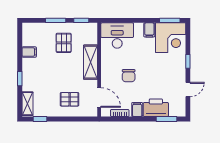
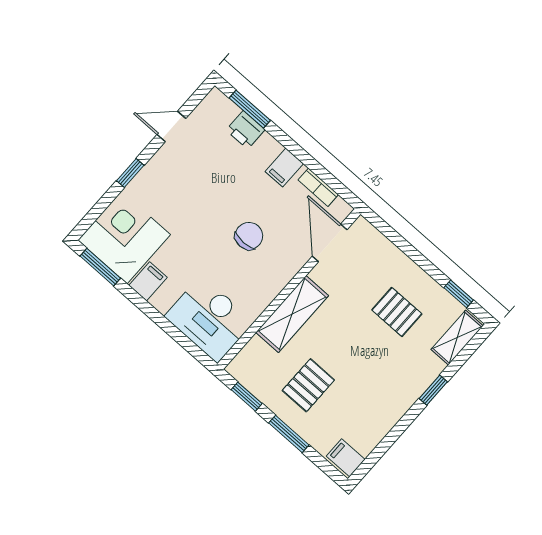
filing cabinet: (29, 52) -> (346, 458), moved
pallet: (70, 99) -> (397, 312), moved
printer: (156, 108) -> (245, 130), width x0.53, depth x0.68

